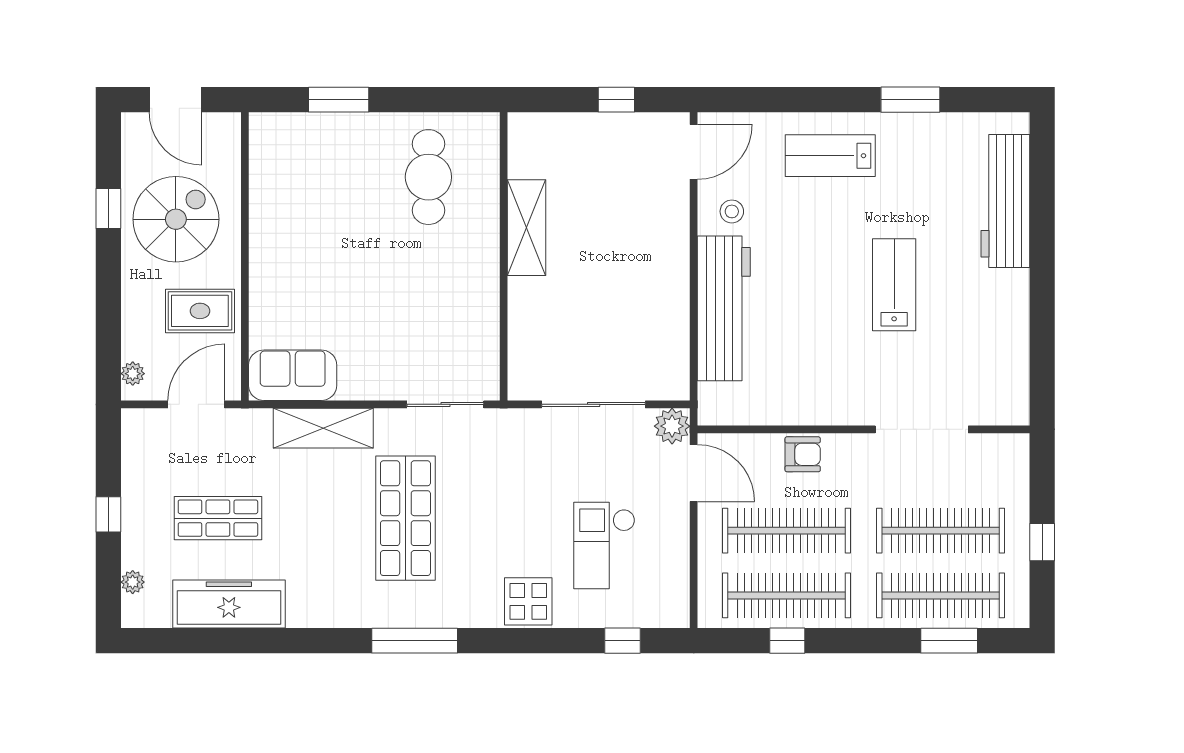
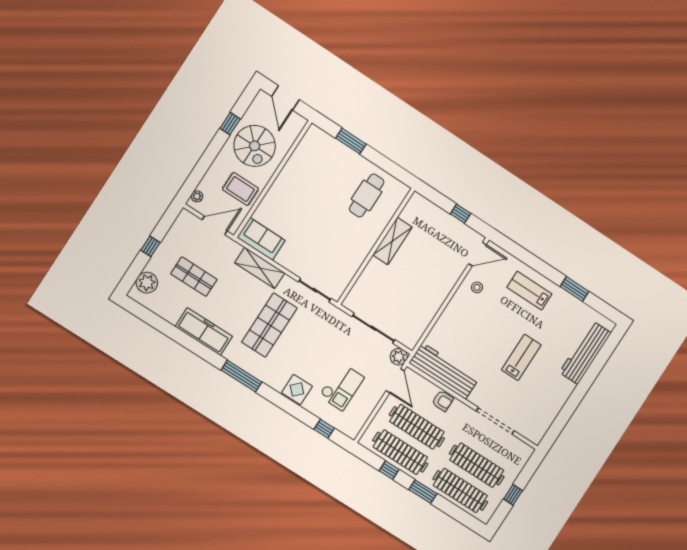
spiral stairs: (176, 219) -> (255, 146), turned 90
workbench: (724, 308) -> (444, 371), moved, turned -90
checkout: (604, 545) -> (341, 387), turned 180
plant: (133, 582) -> (147, 283), width x1.88, depth x1.88
freezer: (229, 604) -> (204, 332), moved
window: (949, 641) -> (423, 492), moved

